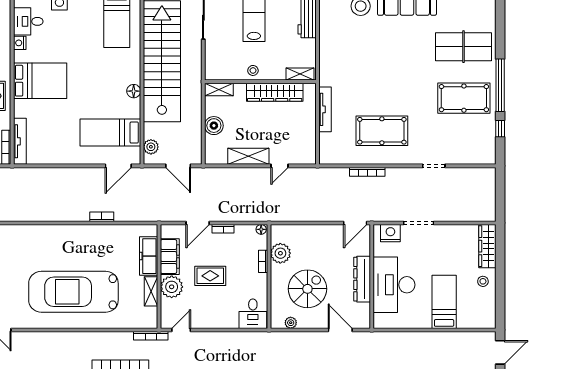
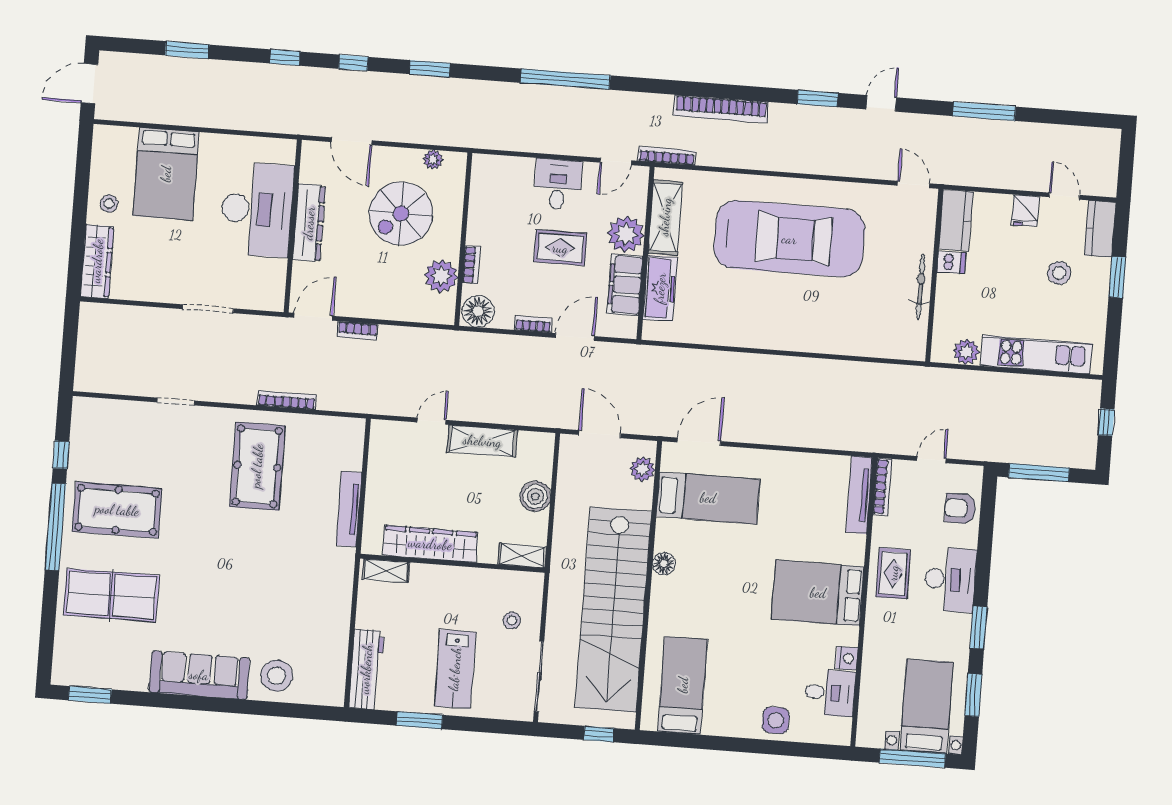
stool: (253, 70) -> (512, 620), moved
pool table: (382, 131) -> (257, 466), turned 90
bookcase: (102, 217) -> (358, 331), moved
floor lamp: (261, 229) -> (478, 311), width x1.89, depth x1.89
nightstand: (390, 233) -> (256, 295), removed
shelving: (151, 291) -> (665, 217), width x1.50, depth x1.33
bed: (444, 302) -> (166, 174), width x1.50
desk: (253, 314) -> (558, 184), moved

